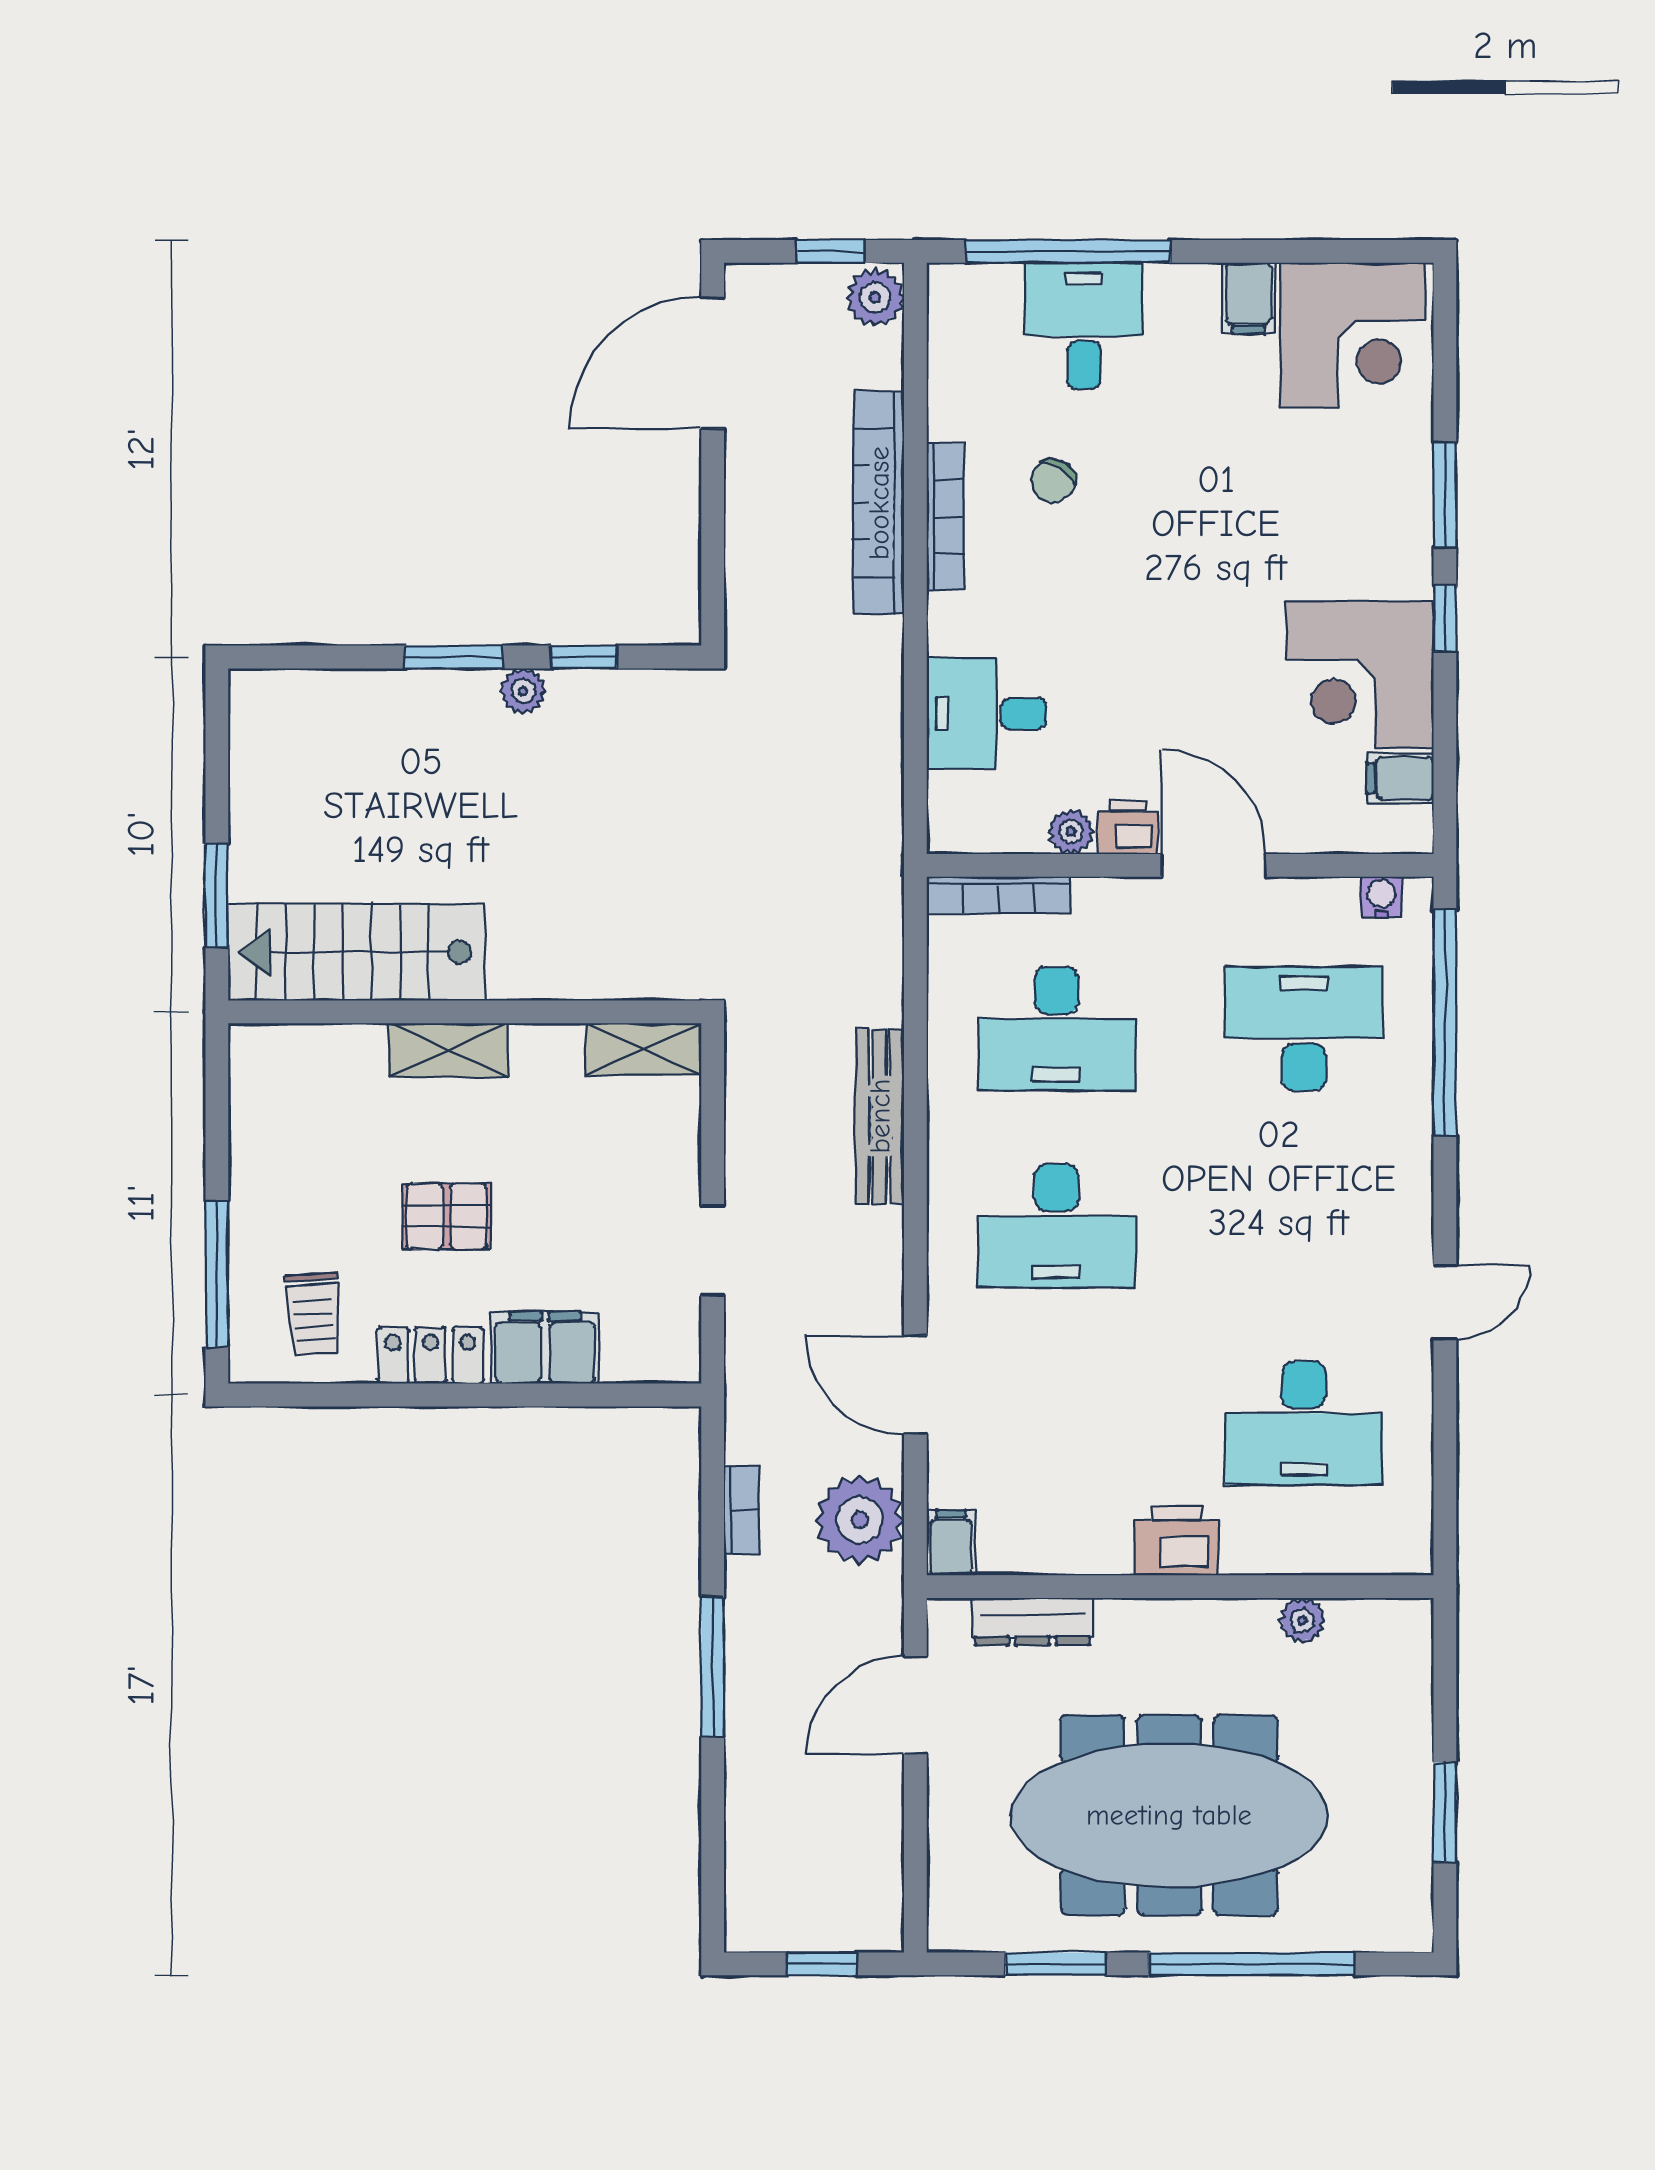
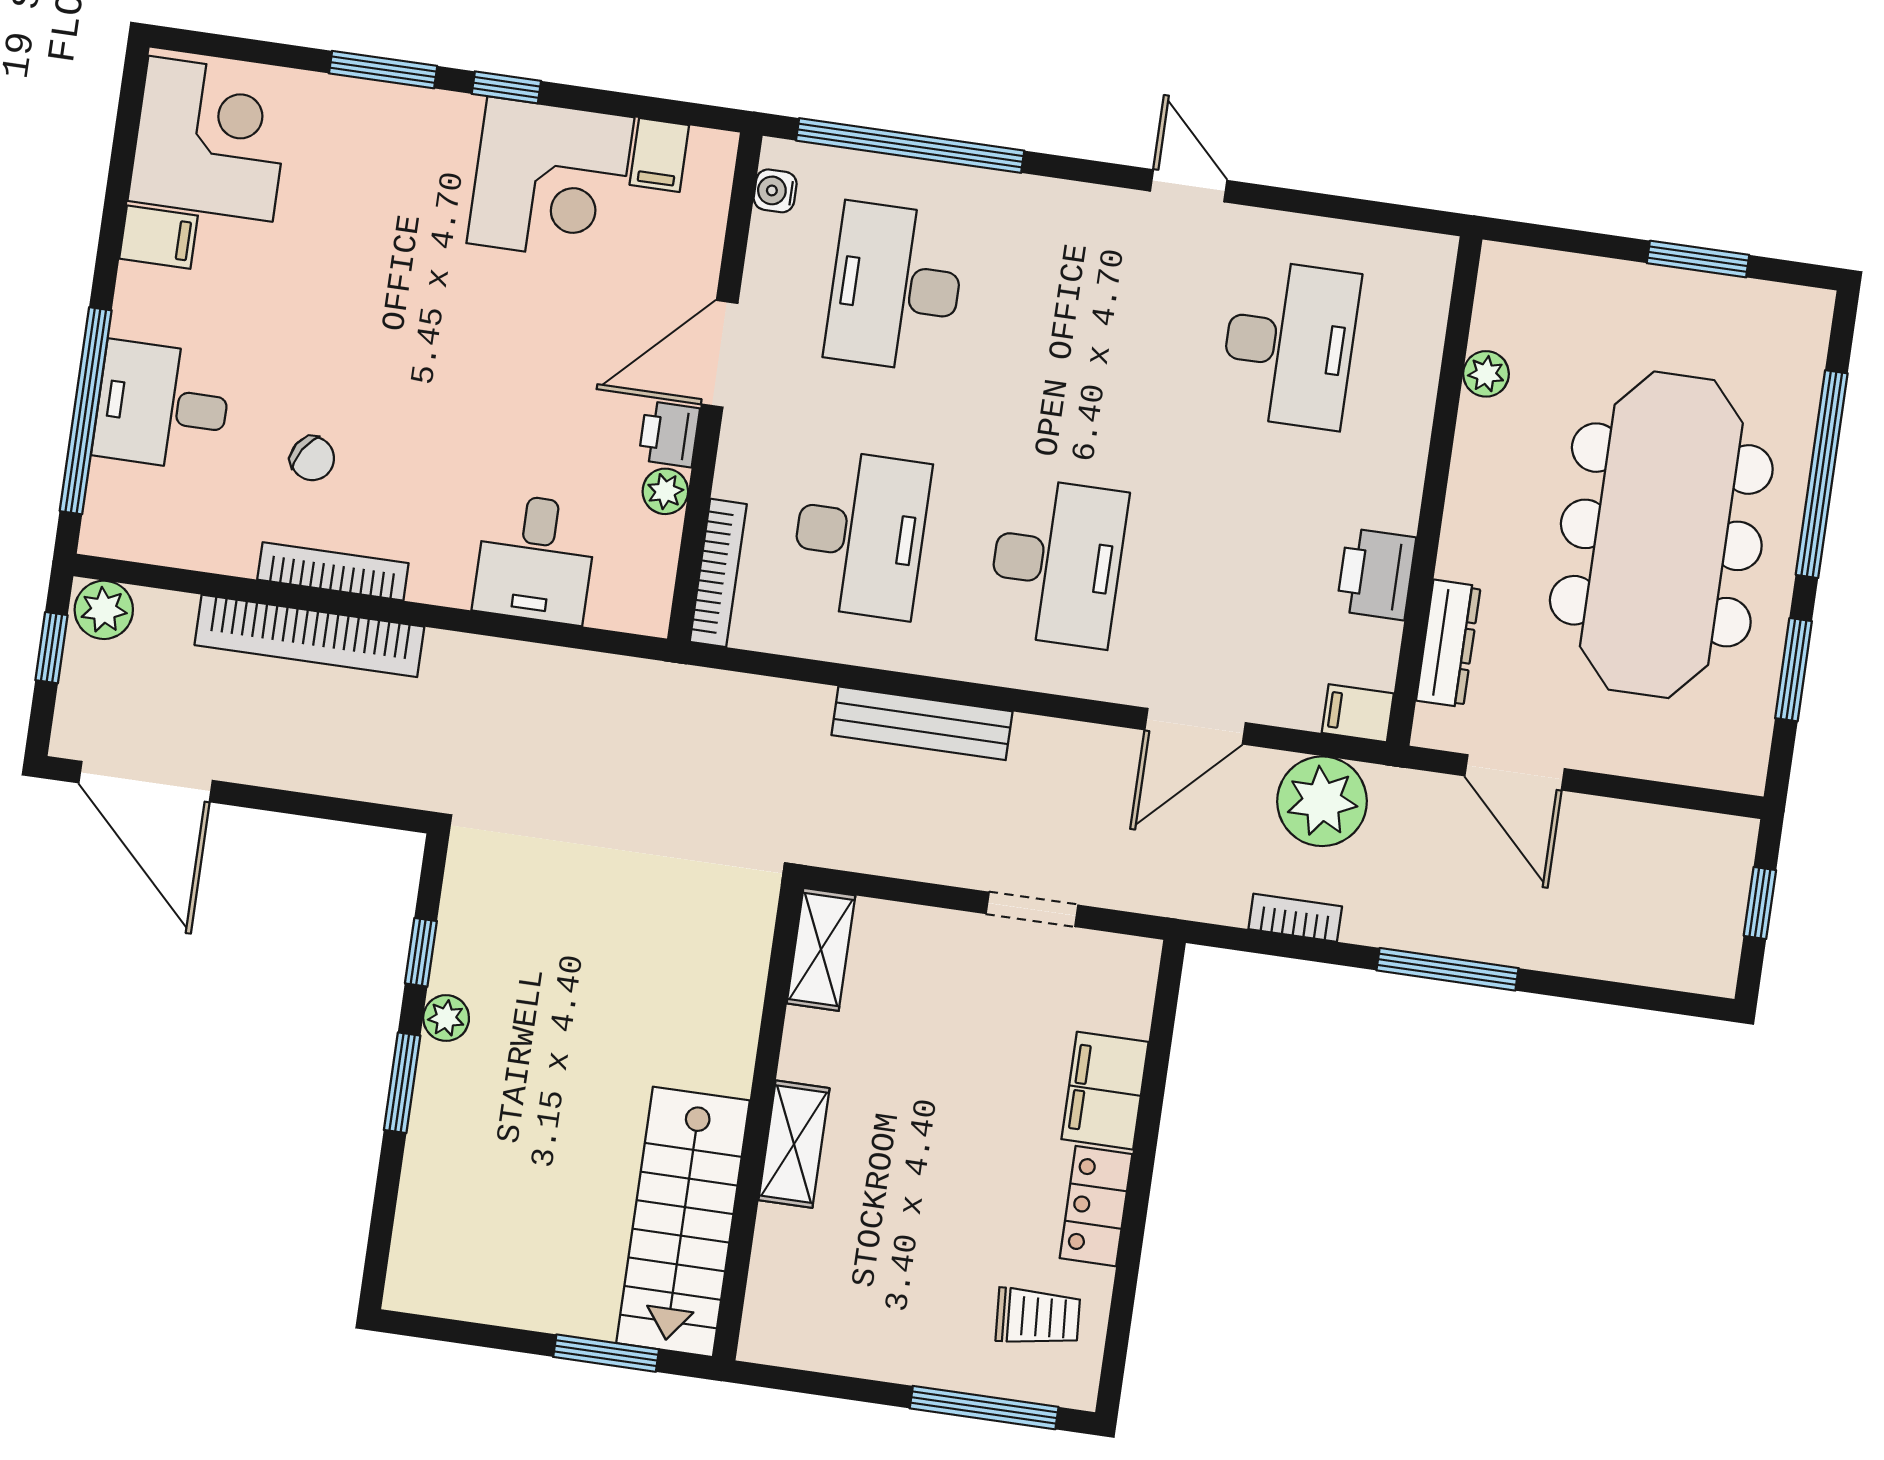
pallet: (447, 1216) -> (959, 1170), removed
printer: (1176, 1541) -> (1376, 574), moved

